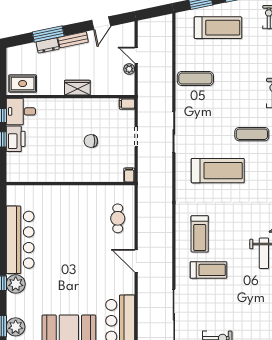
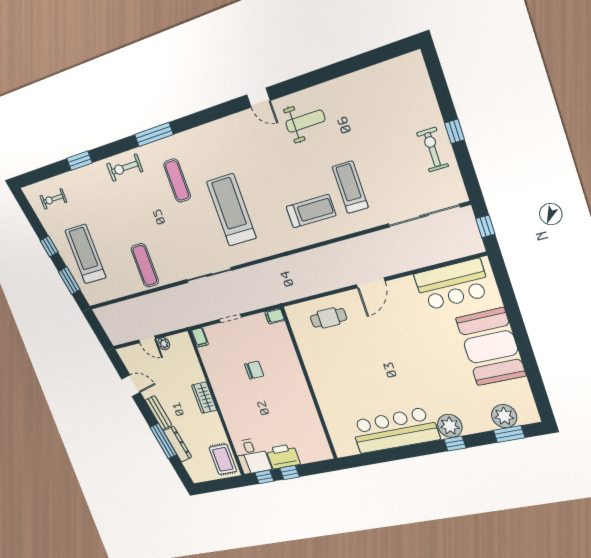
dresser: (48, 45) -> (177, 444), width x1.44
door: (136, 55) -> (147, 339), hinge flipped
chair: (91, 141) -> (254, 370), turned -90

